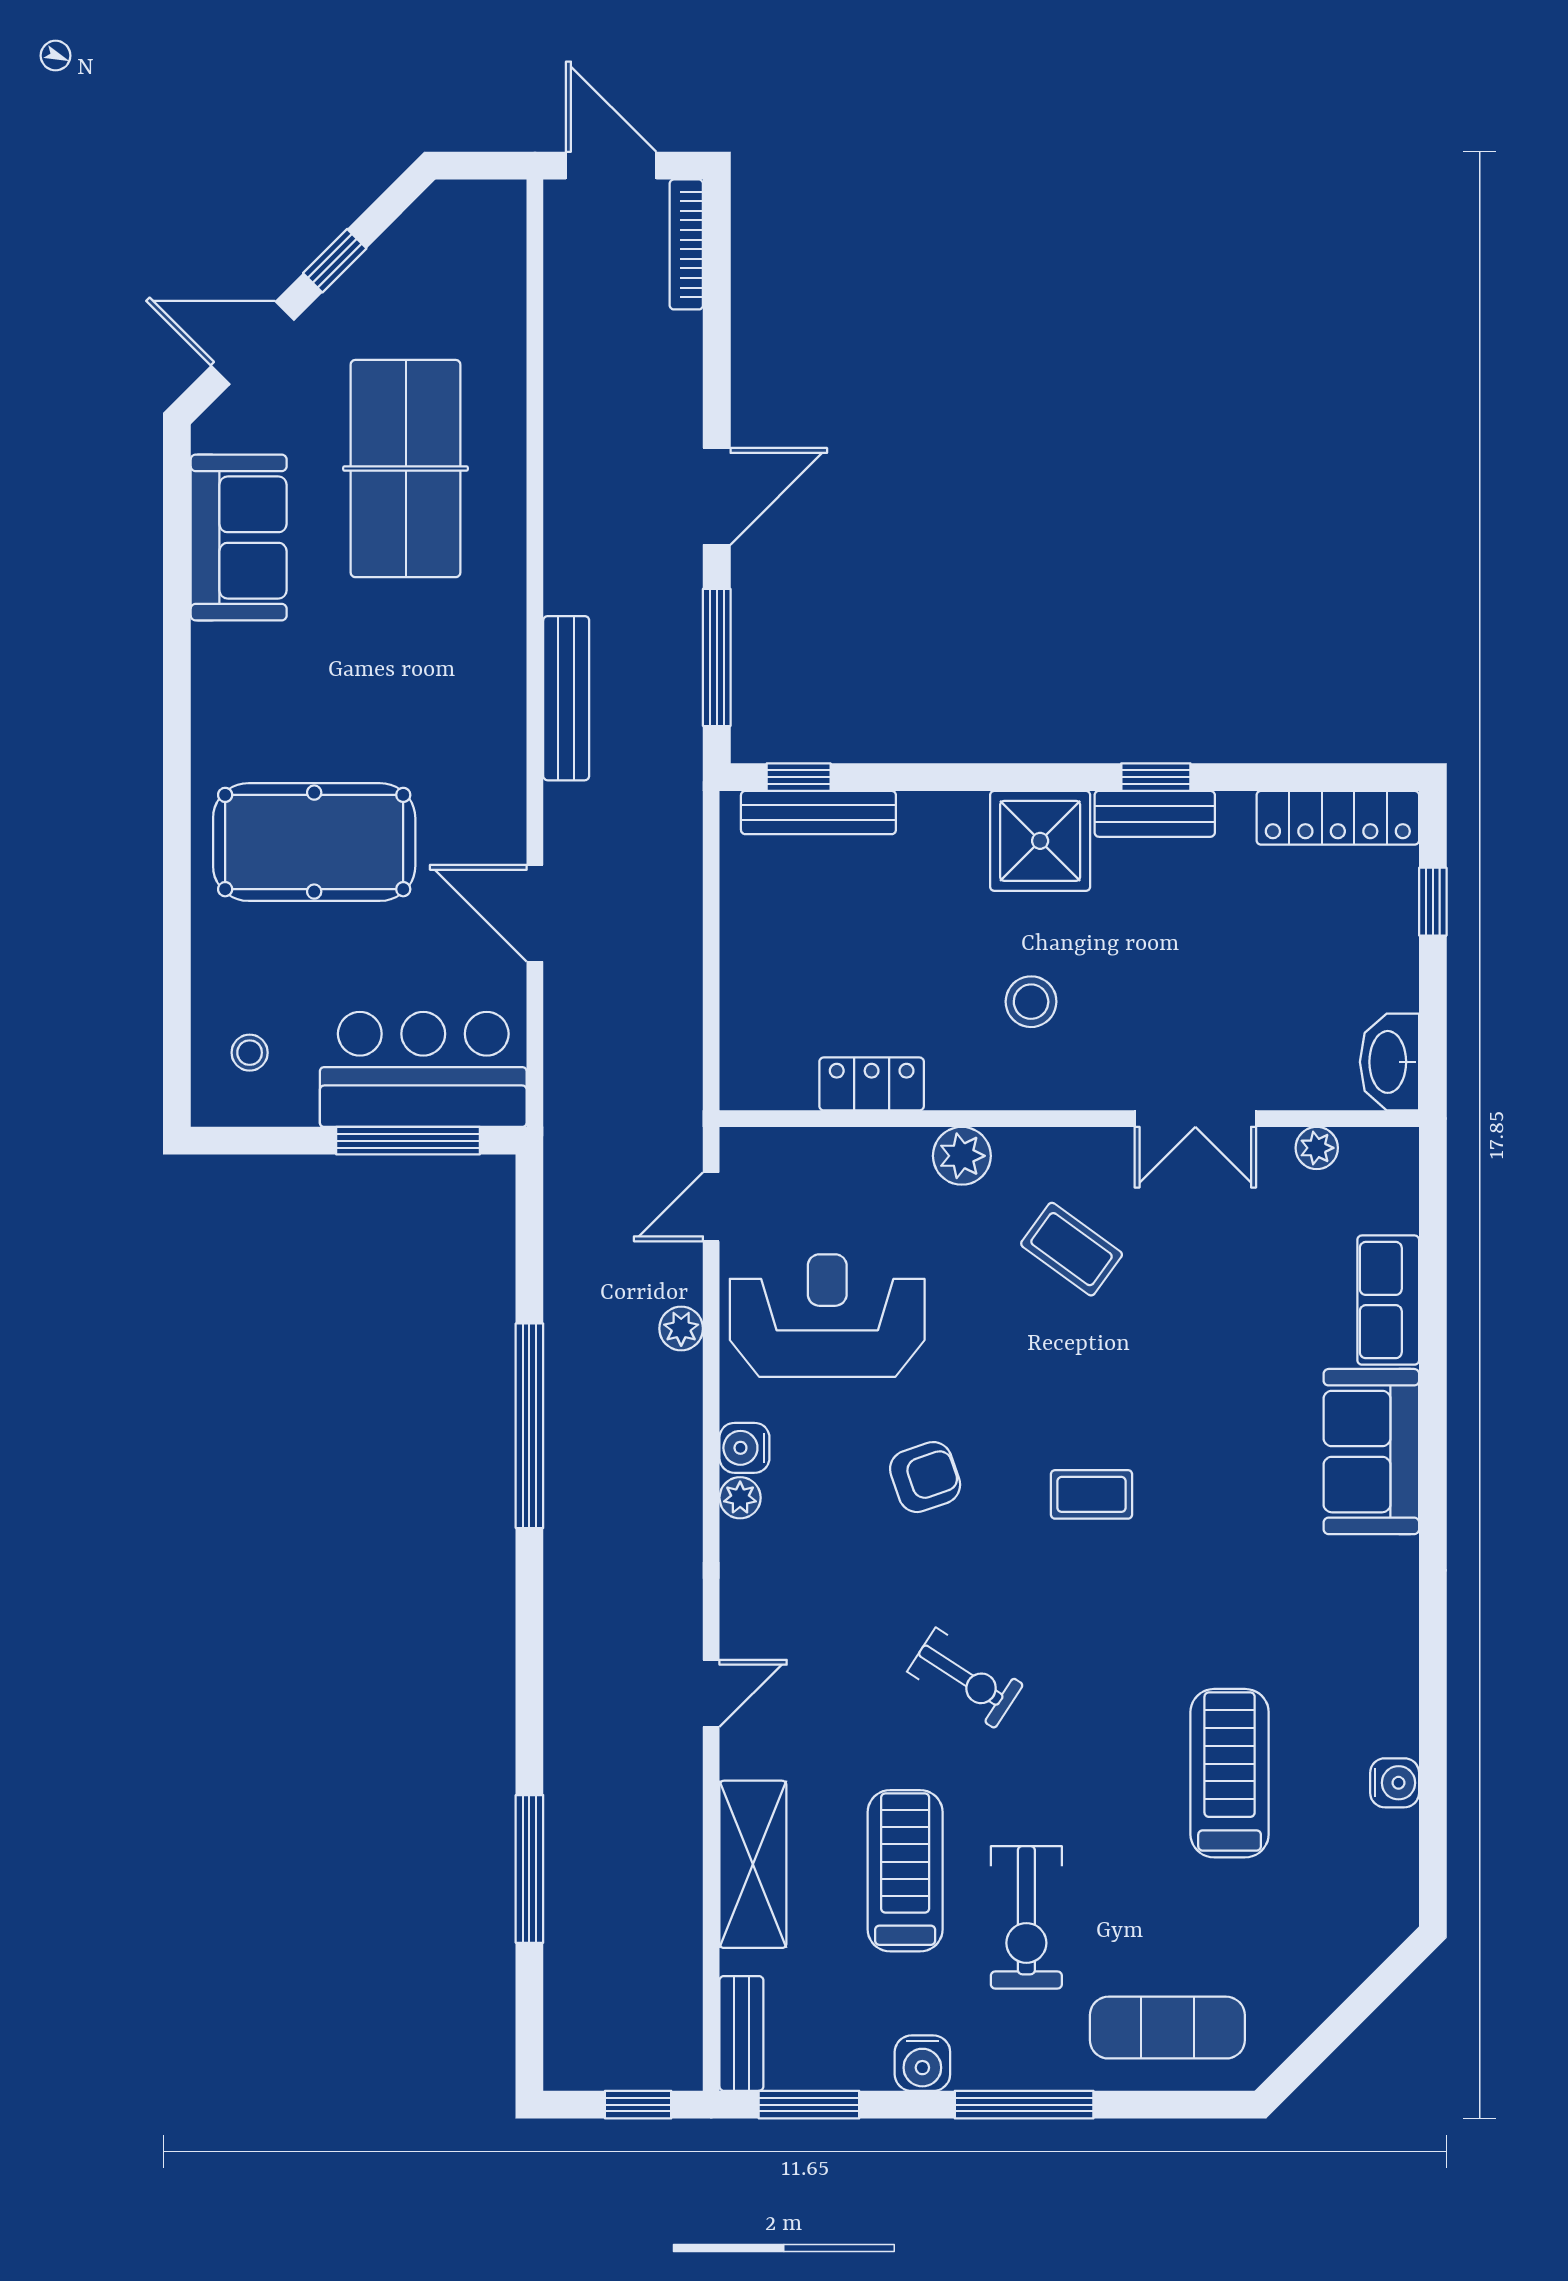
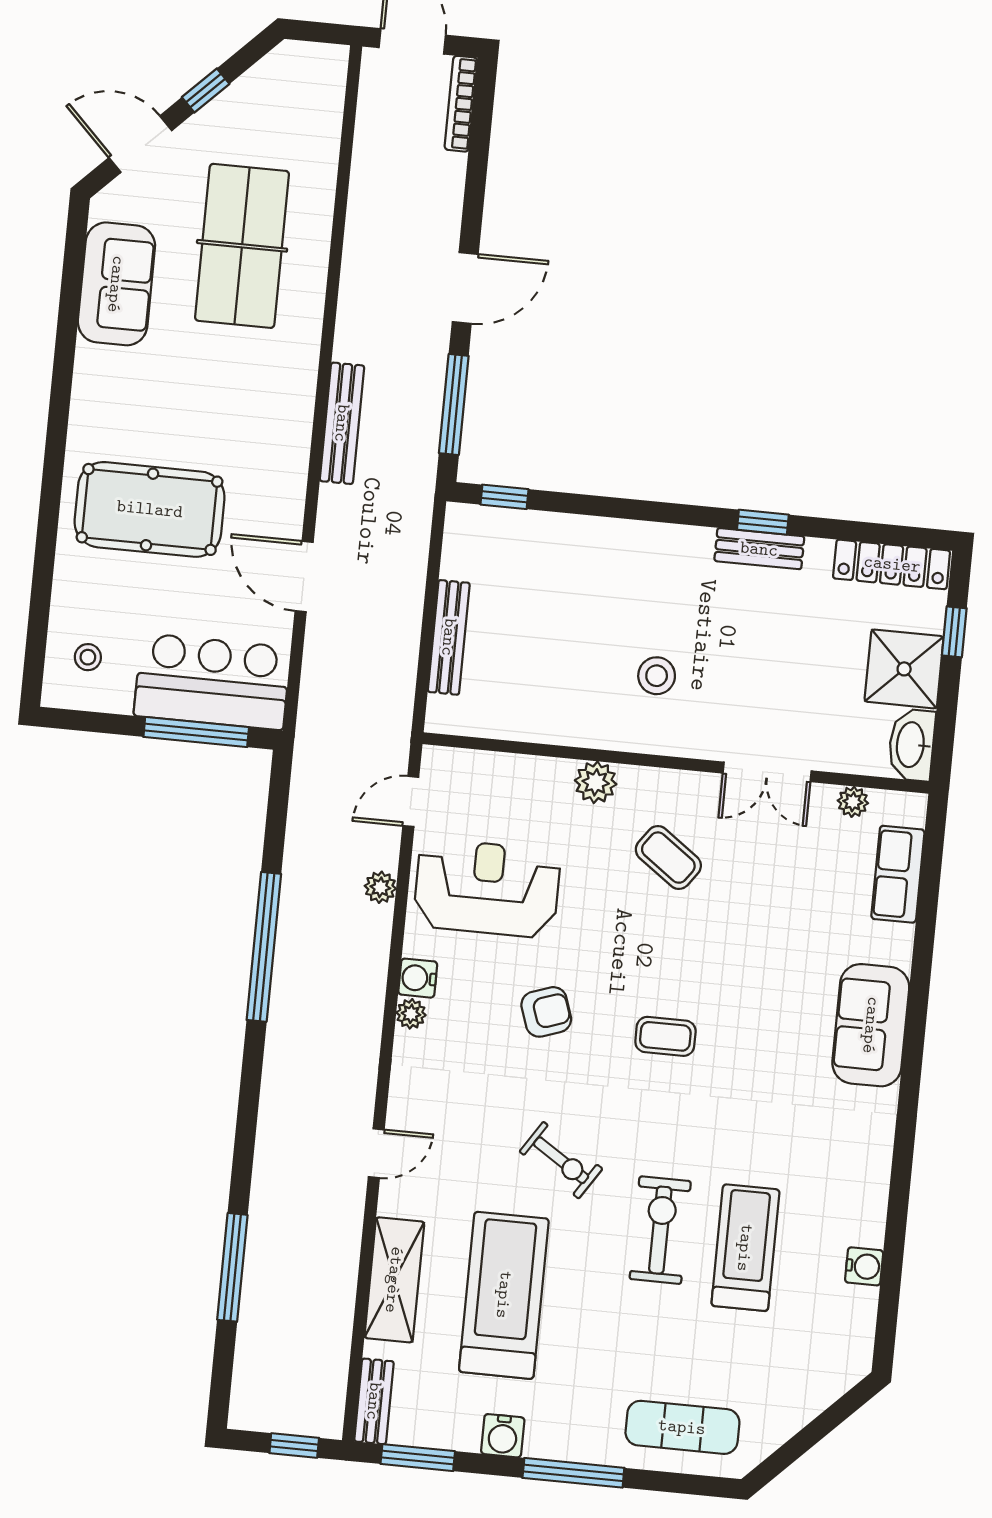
bench: (818, 813) -> (449, 637), moved, turned 90
shower: (1040, 841) -> (904, 669), moved
locker: (872, 1084) -> (535, 724), removed
row of seats: (1388, 1300) -> (898, 874), moved
treadmill: (905, 1871) -> (504, 1295), width x1.37, depth x1.38
exercise bike: (1026, 1917) -> (660, 1230), moved, turned 180

